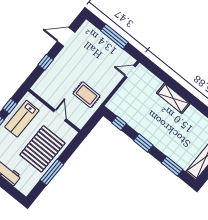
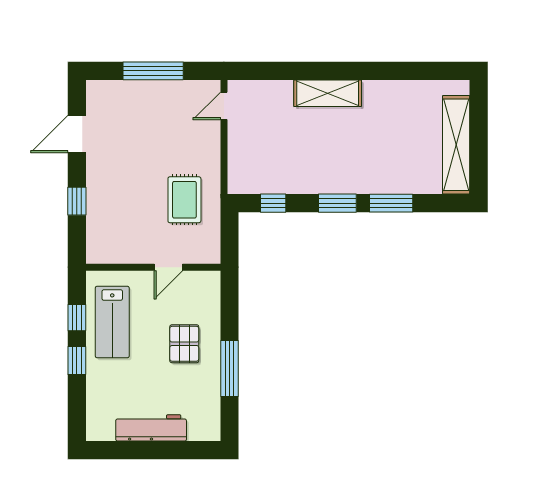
rug: (87, 95) -> (184, 200), turned 90
door: (60, 115) -> (168, 267), swing flipped
pallet: (42, 149) -> (184, 344), width x0.49, depth x0.50
window: (172, 166) -> (391, 203), moved

